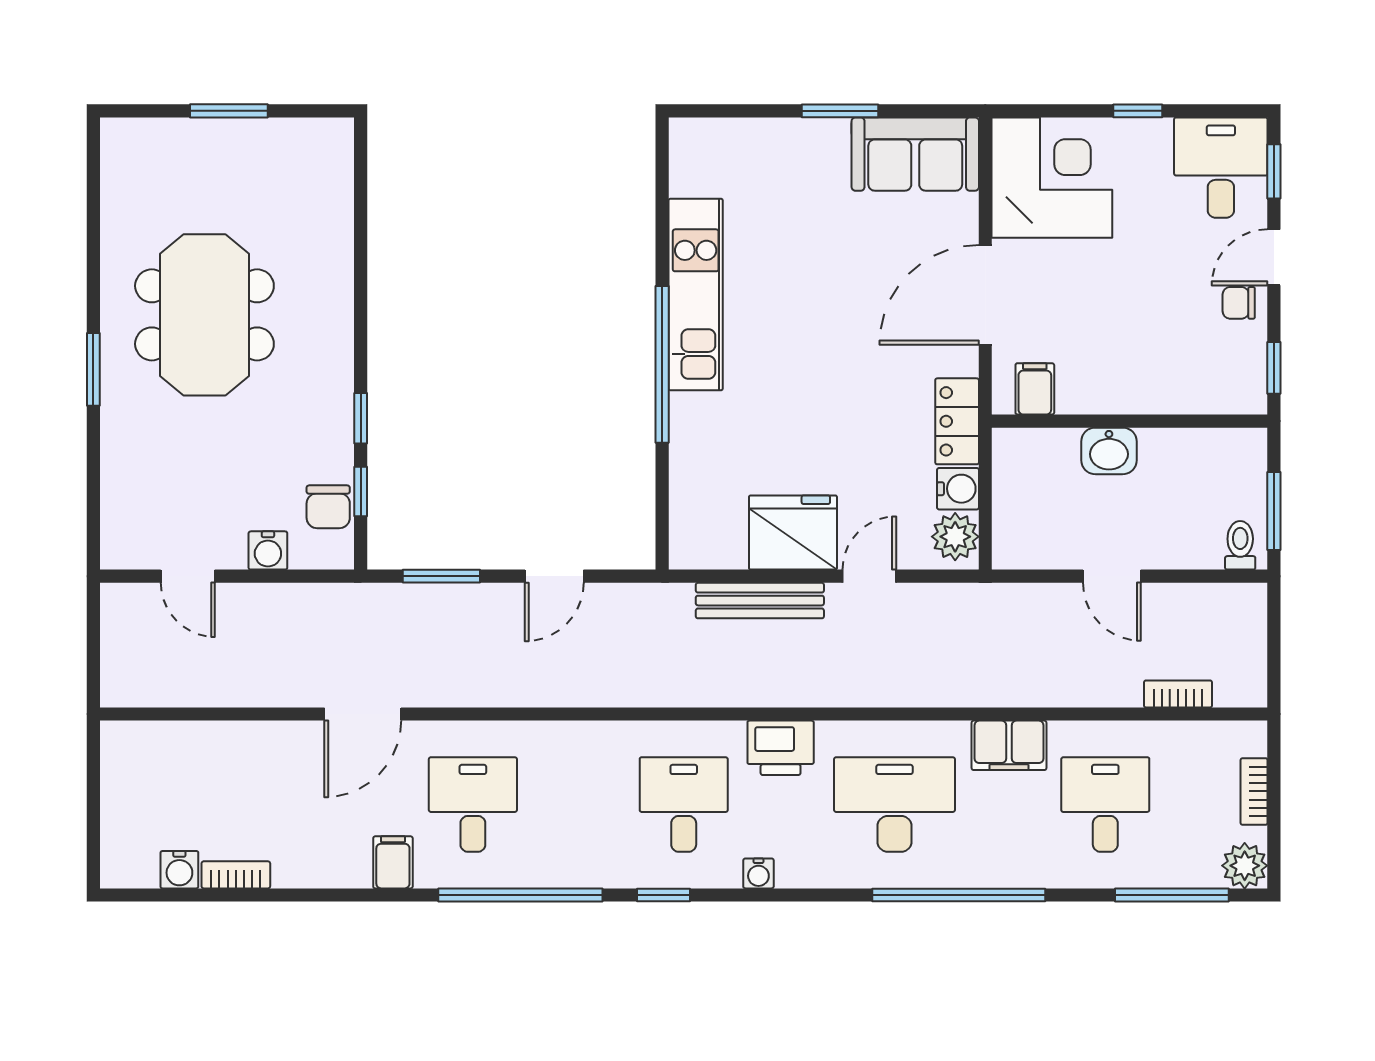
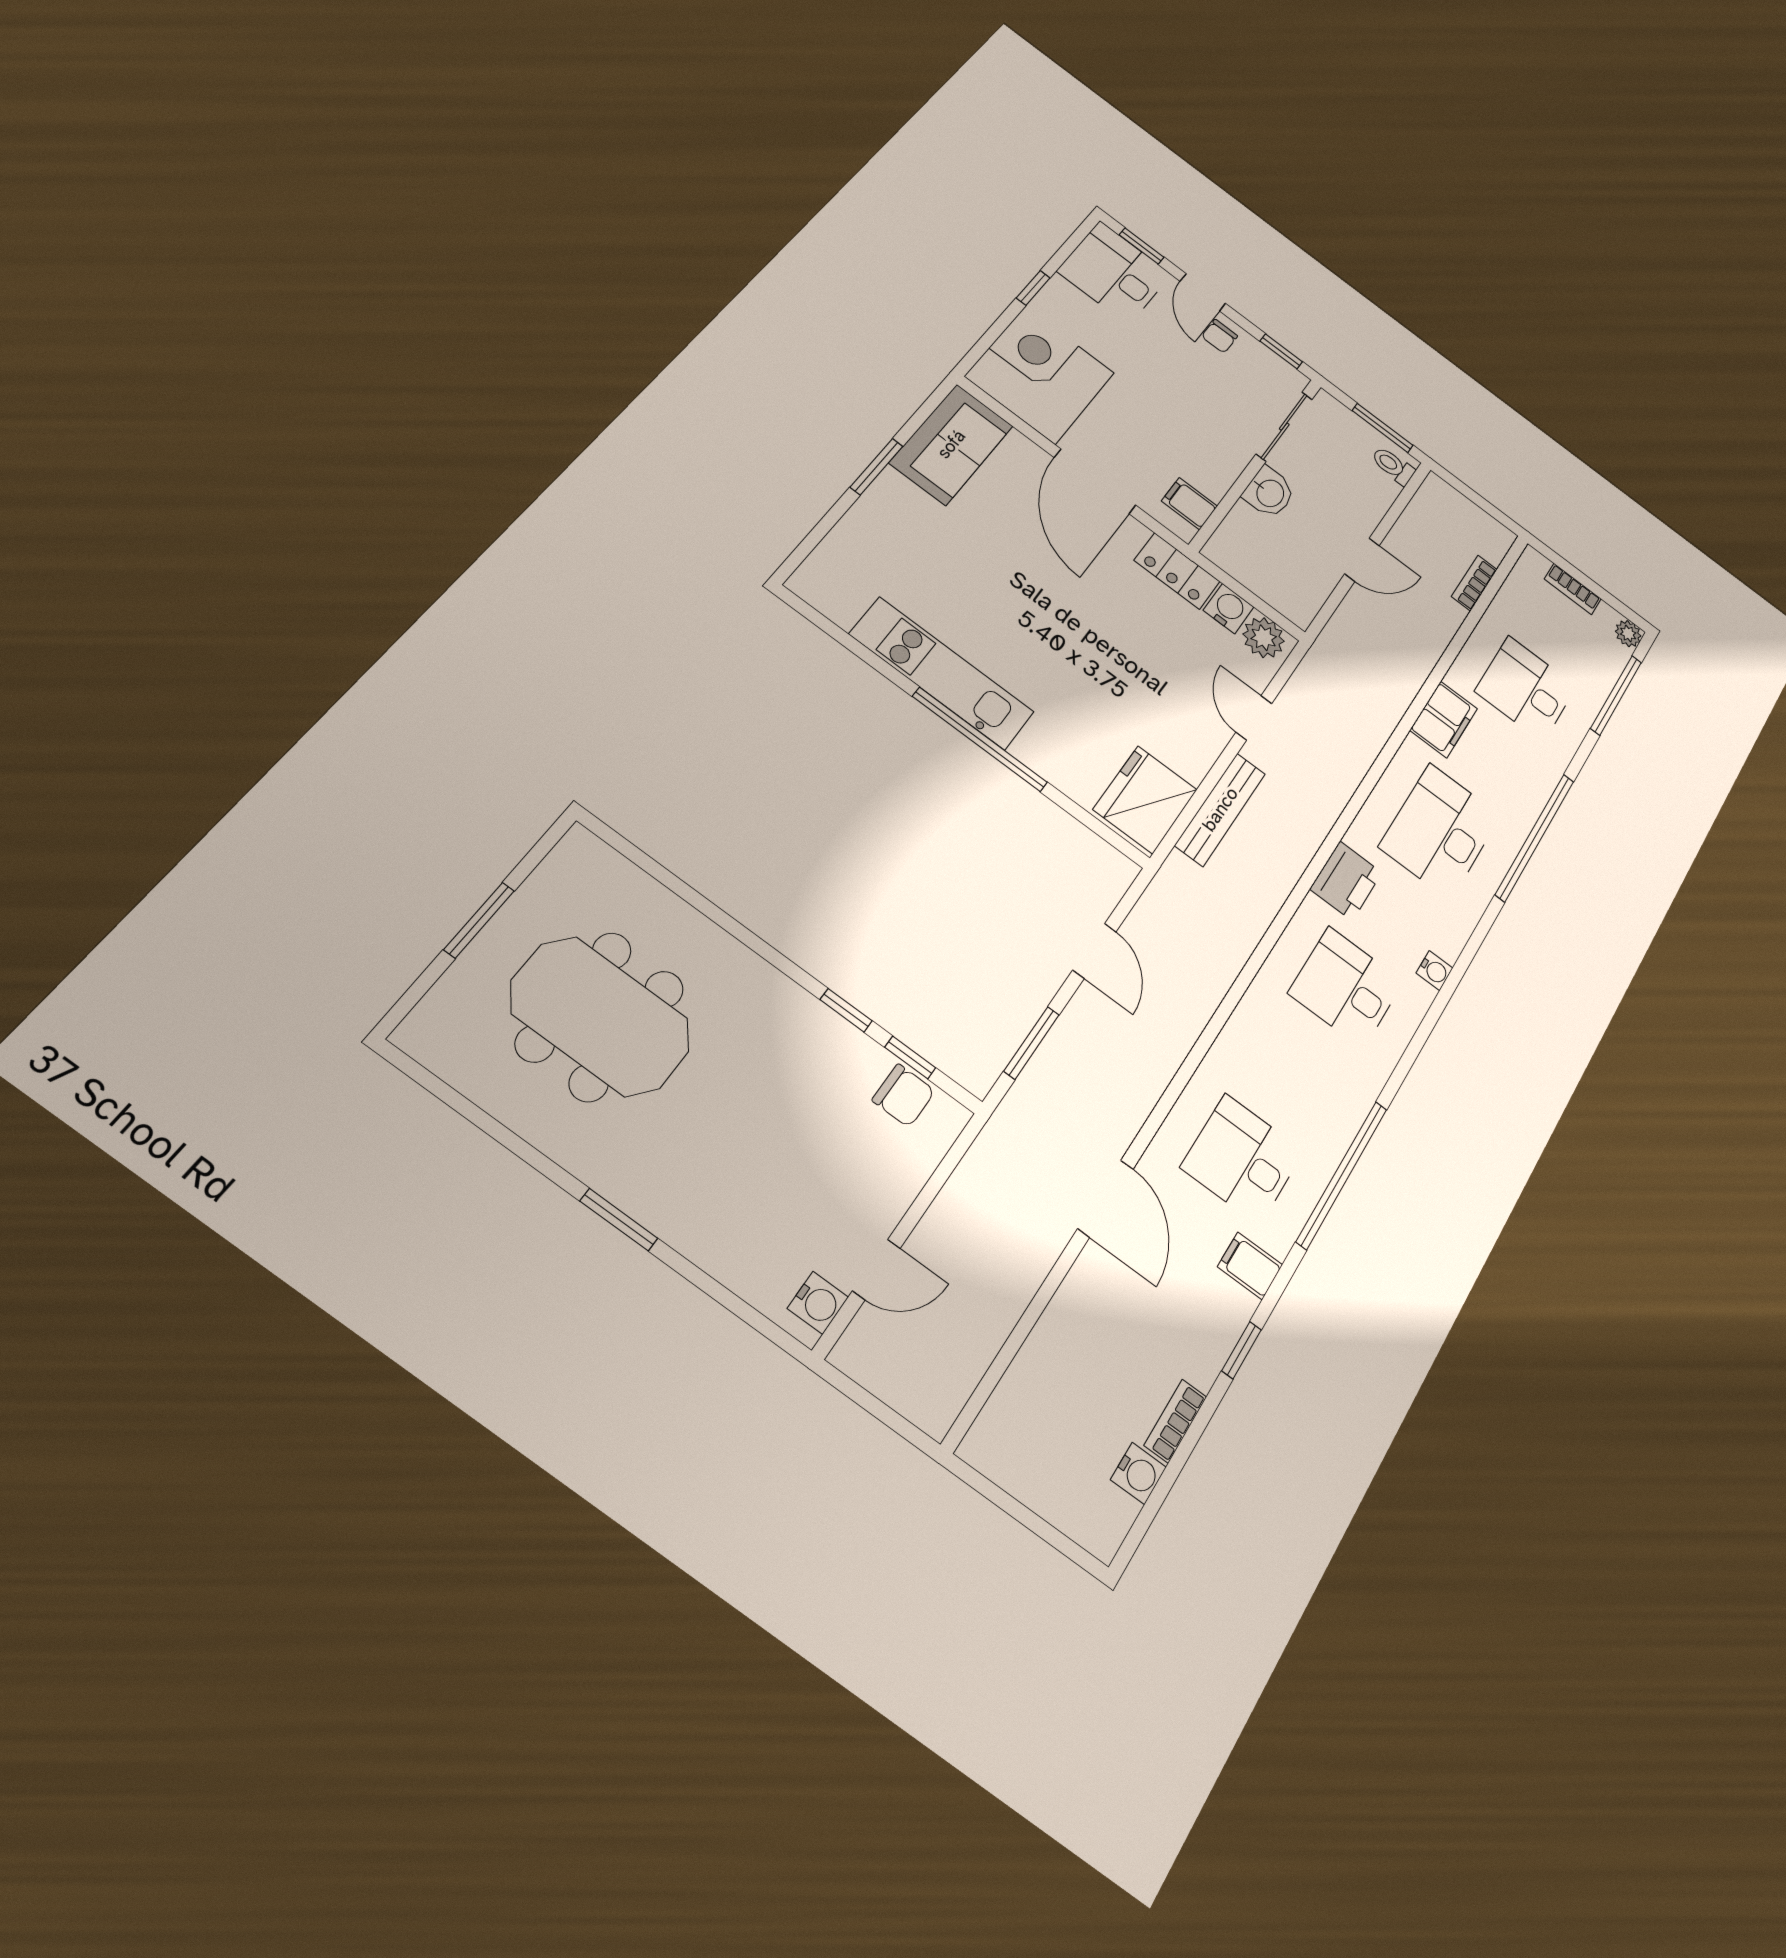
meeting table: (204, 315) -> (600, 1016), moved
sliding door: (1193, 421) -> (1284, 427), added
fridge: (793, 532) -> (1145, 800), moved
water cooler: (268, 550) -> (818, 1303), moved
plant: (1245, 866) -> (1628, 634), width x0.73, depth x0.73
window: (664, 895) -> (1241, 1350), moved

